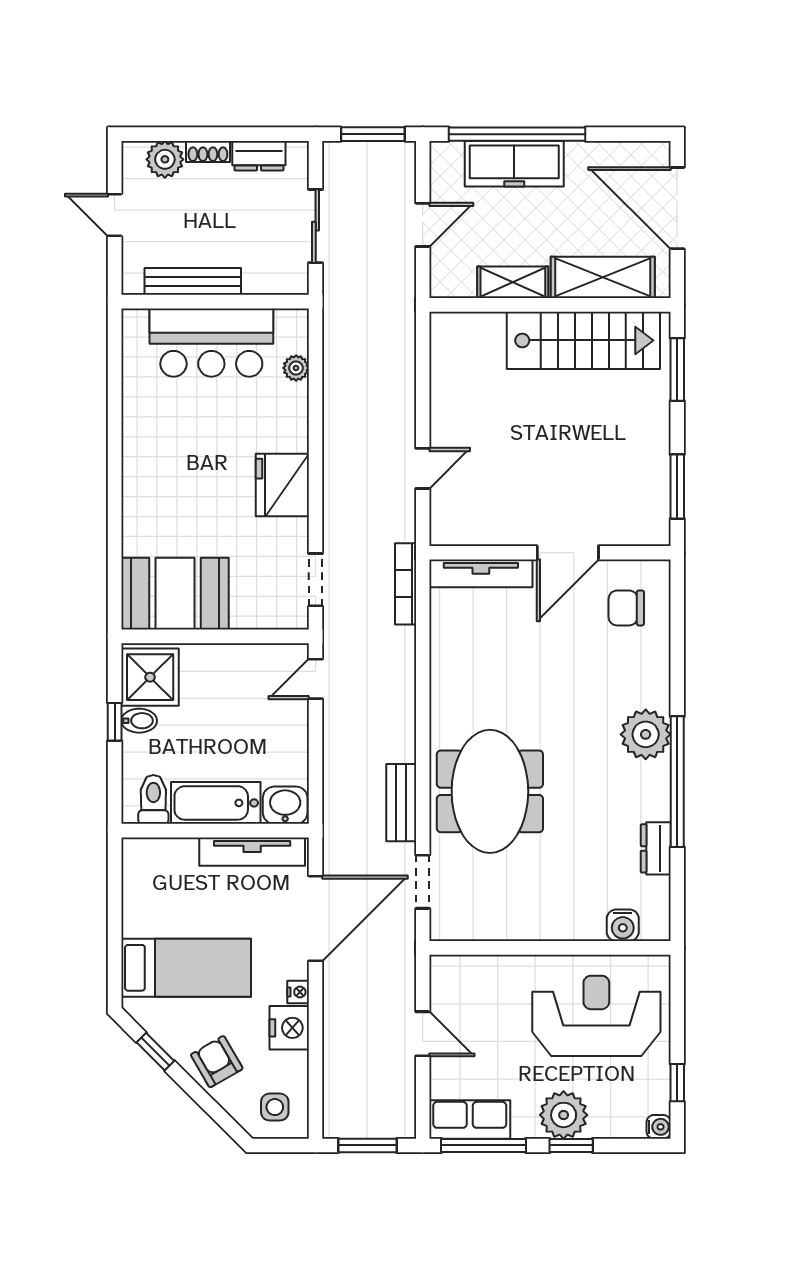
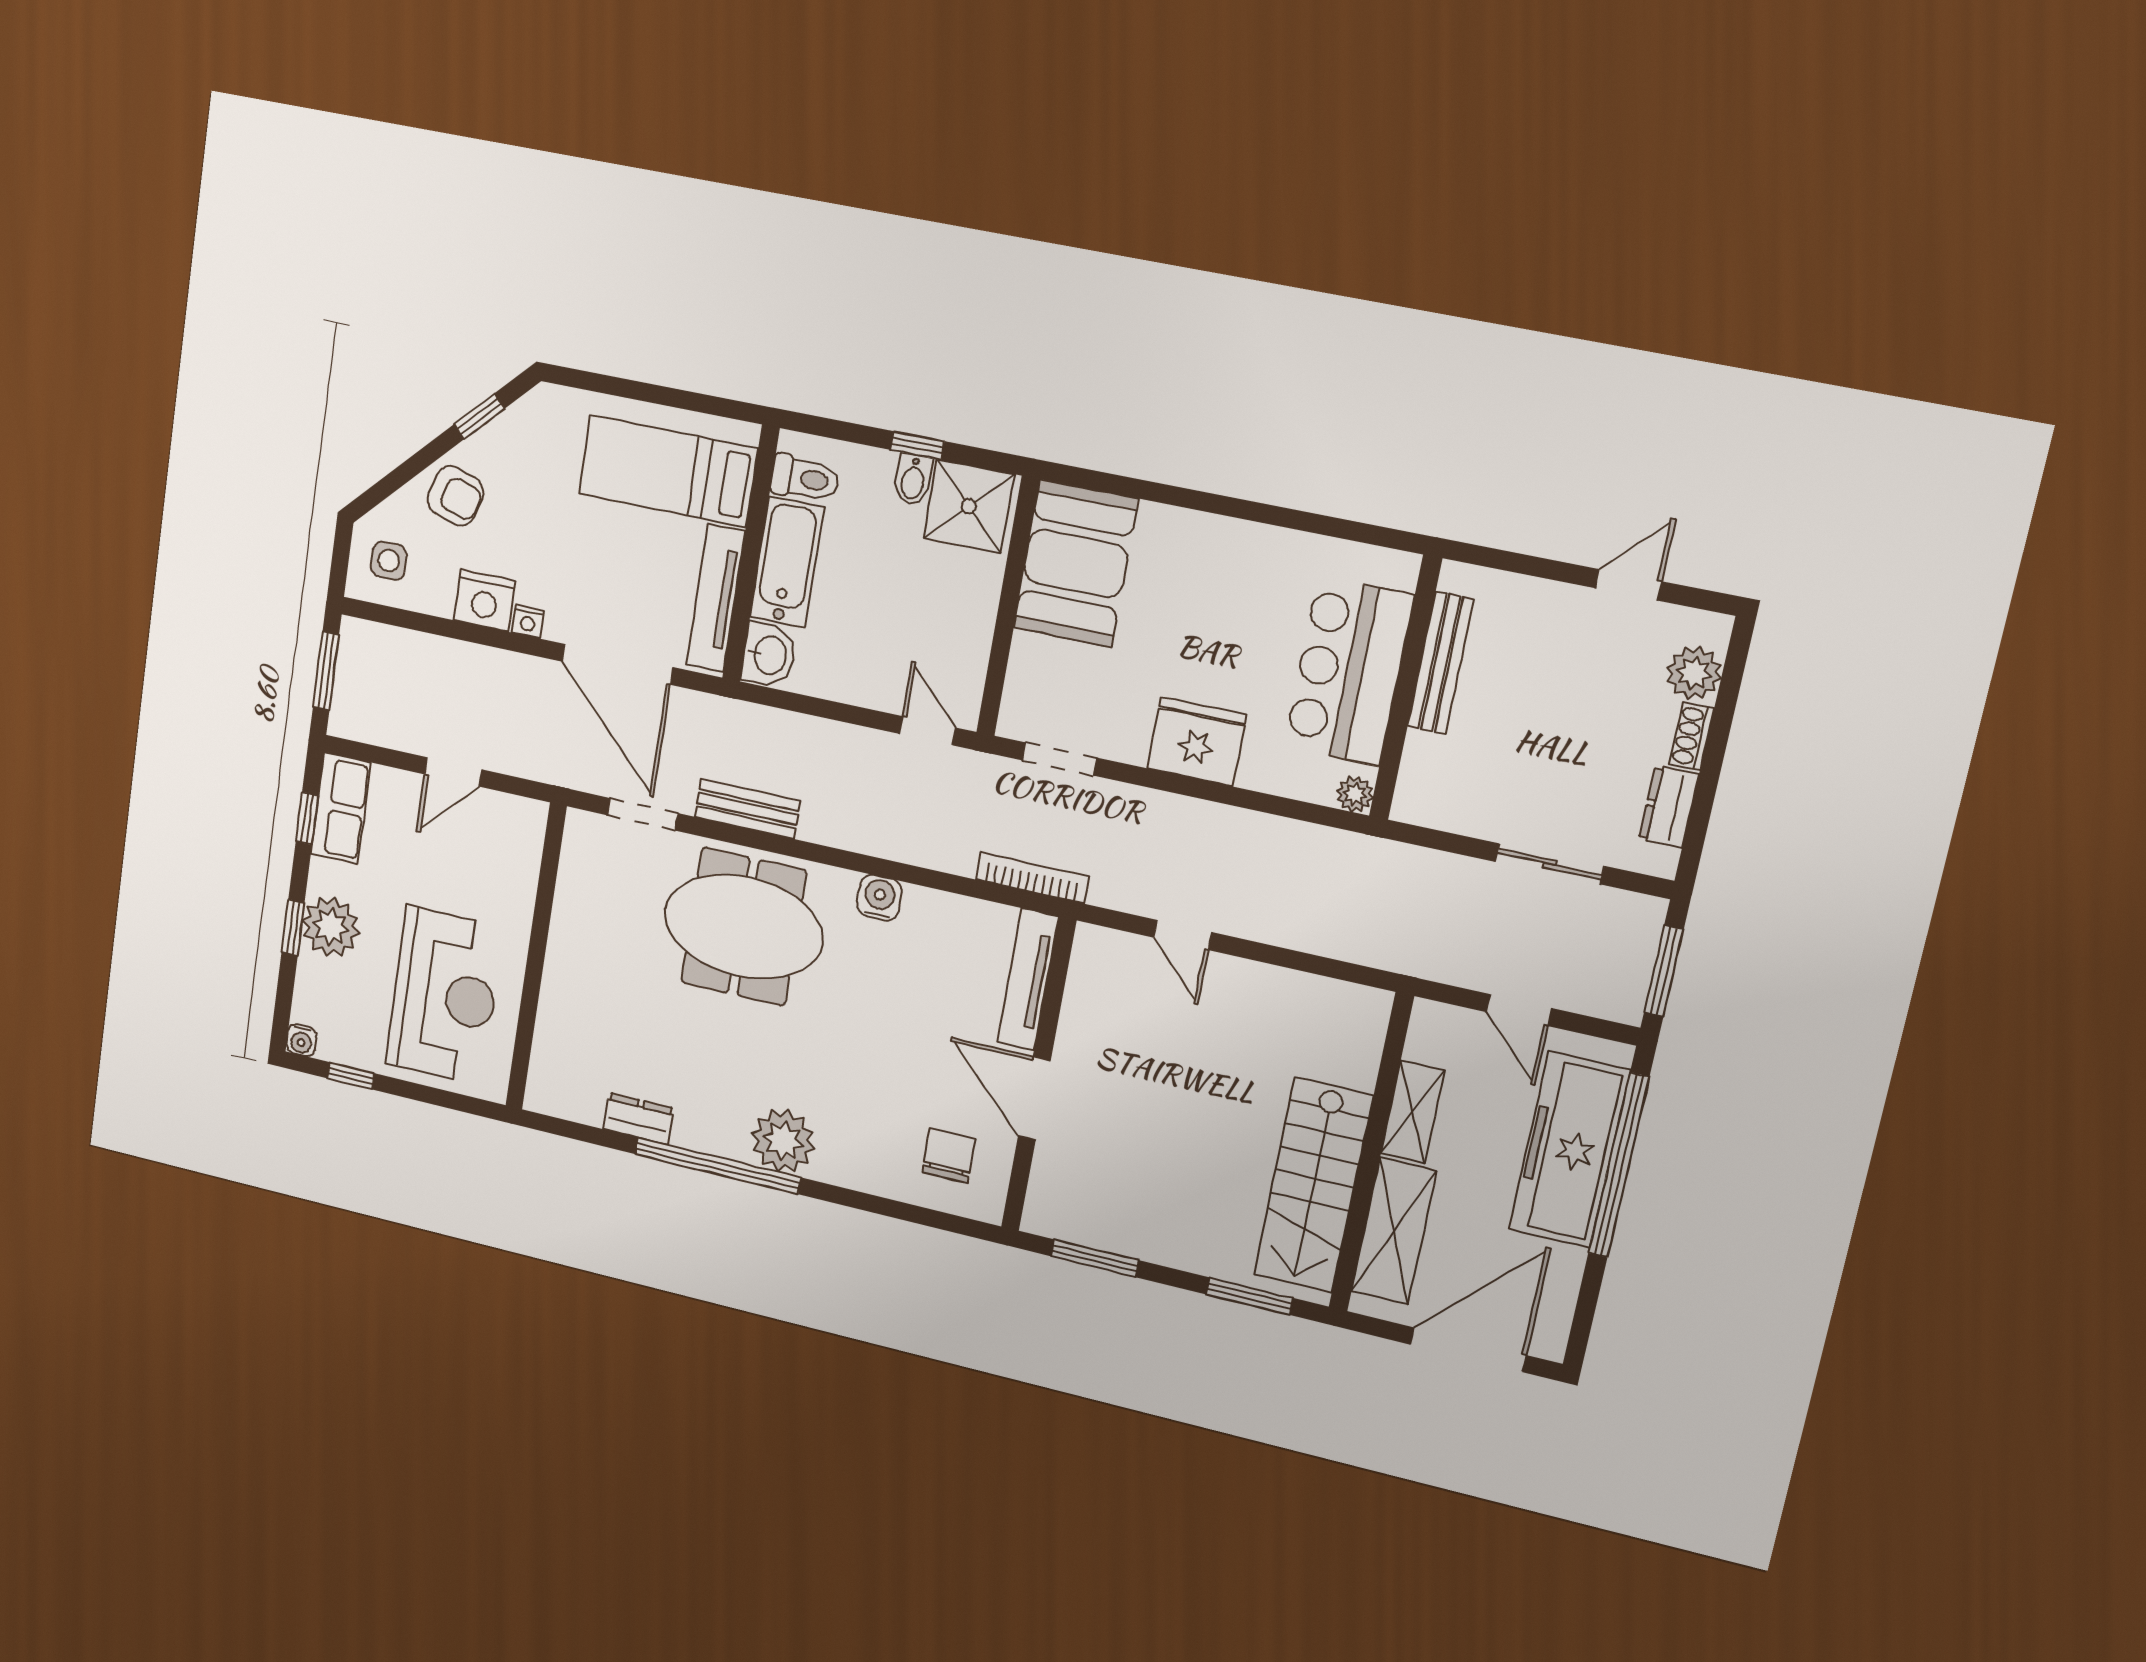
freezer: (514, 164) -> (1569, 1150), width x1.36, depth x1.26
bench: (193, 281) -> (1441, 663), moved
wall: (215, 302) -> (1405, 688), moved
bar counter: (211, 343) -> (1349, 671), moved
water cooler: (623, 925) -> (879, 898), moved, turned 90
bed: (186, 968) -> (668, 471), moved, turned 90
armchair: (217, 1062) -> (455, 496), turned 47
window: (484, 1145) -> (307, 818), width x0.46

